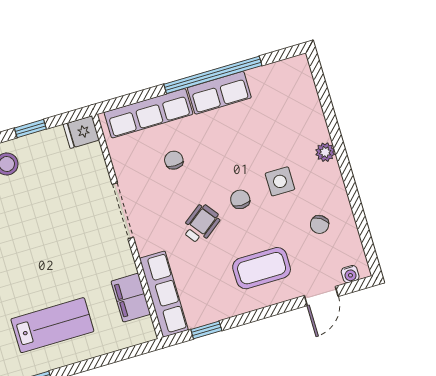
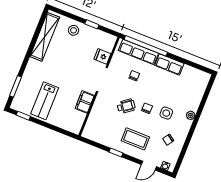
window: (213, 75) -> (146, 46), moved
fridge: (81, 132) -> (102, 56), moved
row of seats: (164, 294) -> (93, 121), removed
filing cabinet: (131, 298) -> (85, 102), moved
lab bench: (52, 325) -> (45, 101), turned 90
window: (206, 330) -> (116, 153), moved

